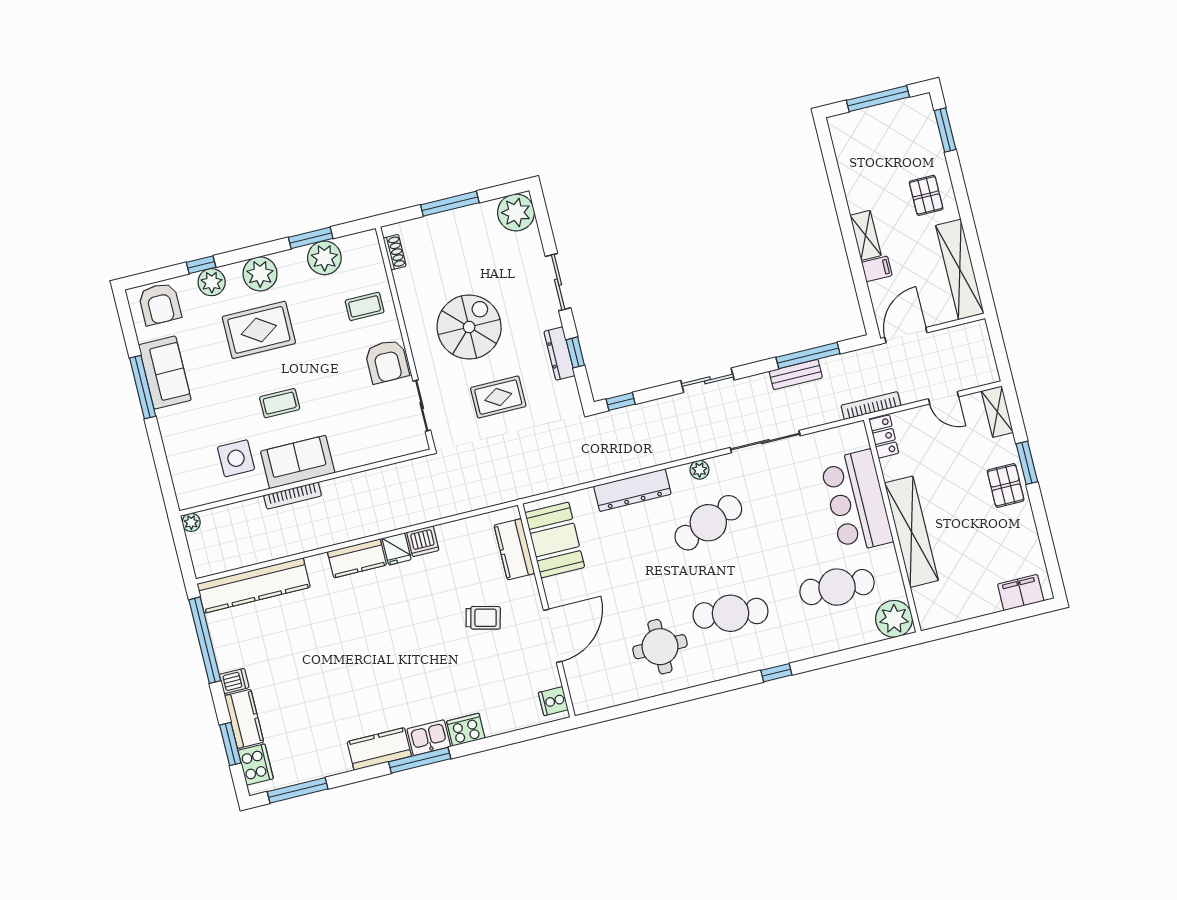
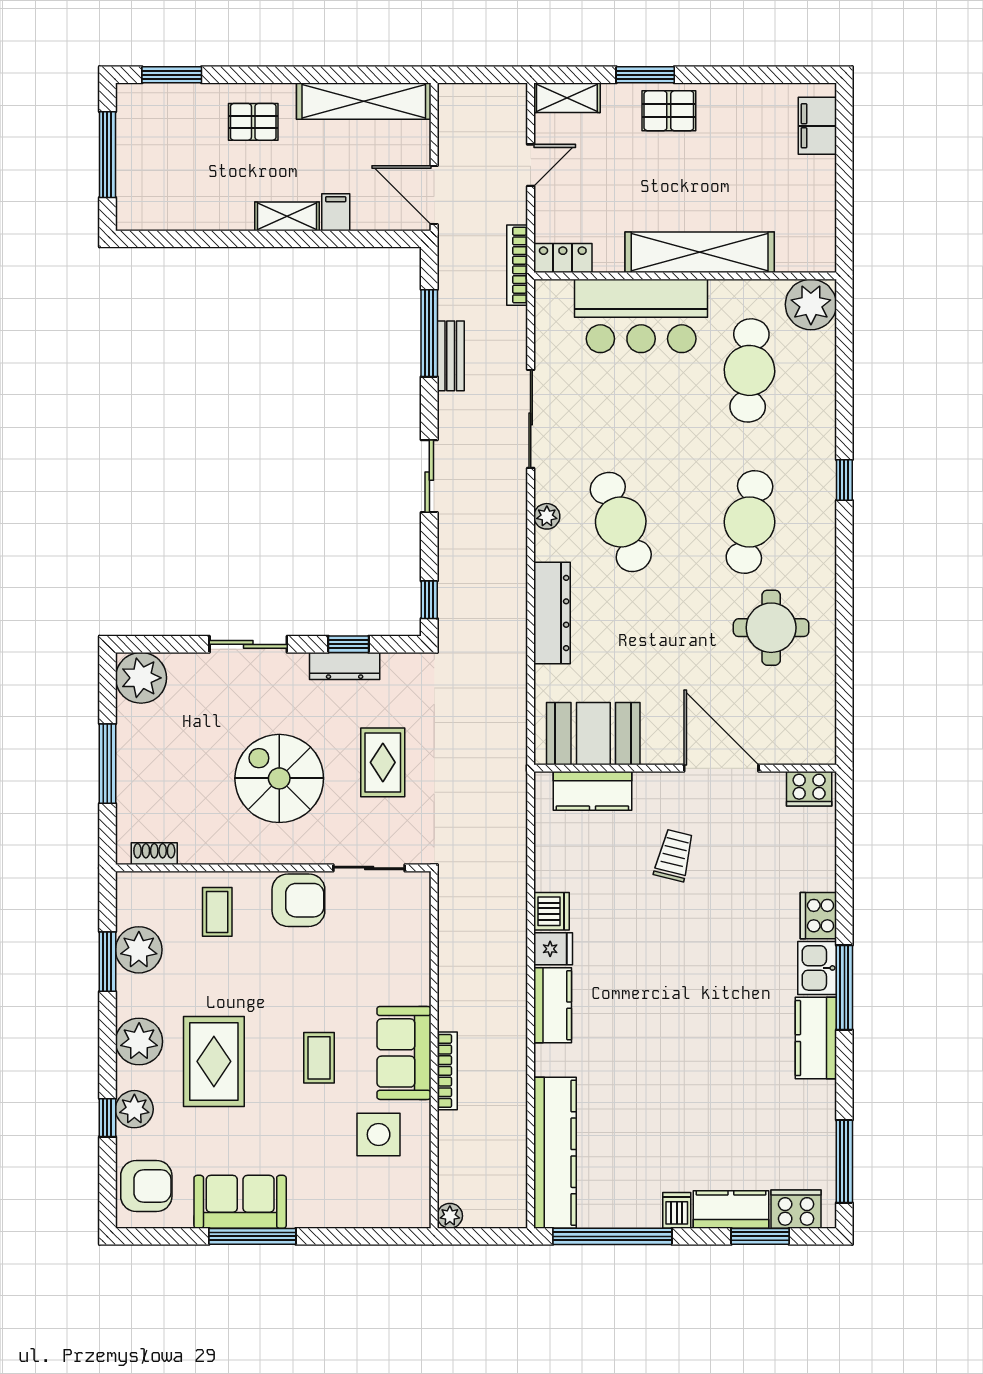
cooker: (553, 701) -> (809, 789), width x1.36

